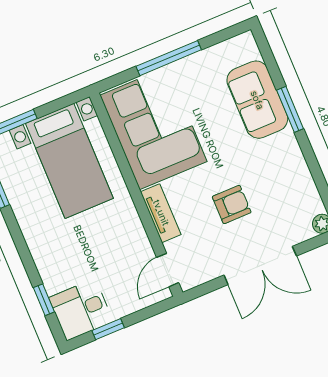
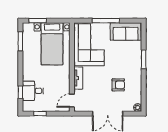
sofa: (257, 100) -> (126, 31), moved, turned -90
armchair: (232, 204) -> (118, 85), moved
desk: (81, 310) -> (33, 91), moved

